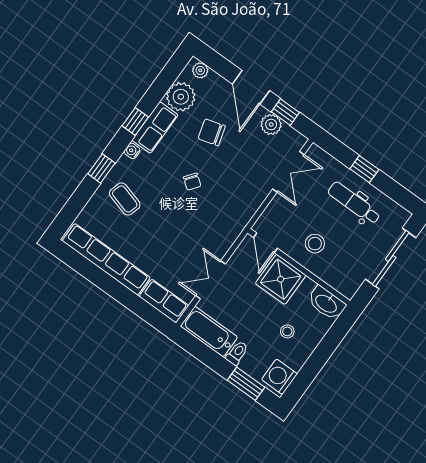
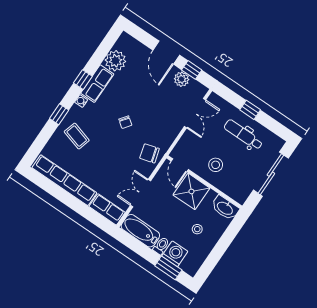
plant: (200, 70) -> (129, 41), removed
chair: (212, 132) -> (150, 153), moved
washing machine: (279, 377) -> (175, 254), moved, turned 90

